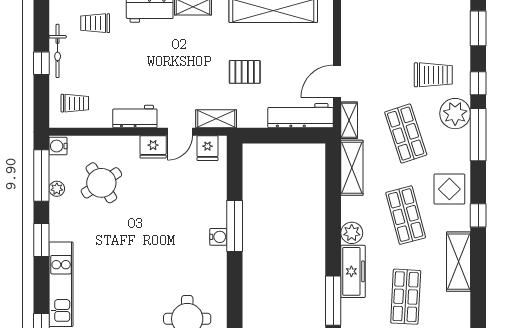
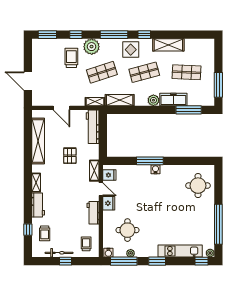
door: (337, 81) -> (61, 108), moved
window: (478, 135) -> (114, 35), moved
round table: (101, 183) -> (127, 230), turned 33

